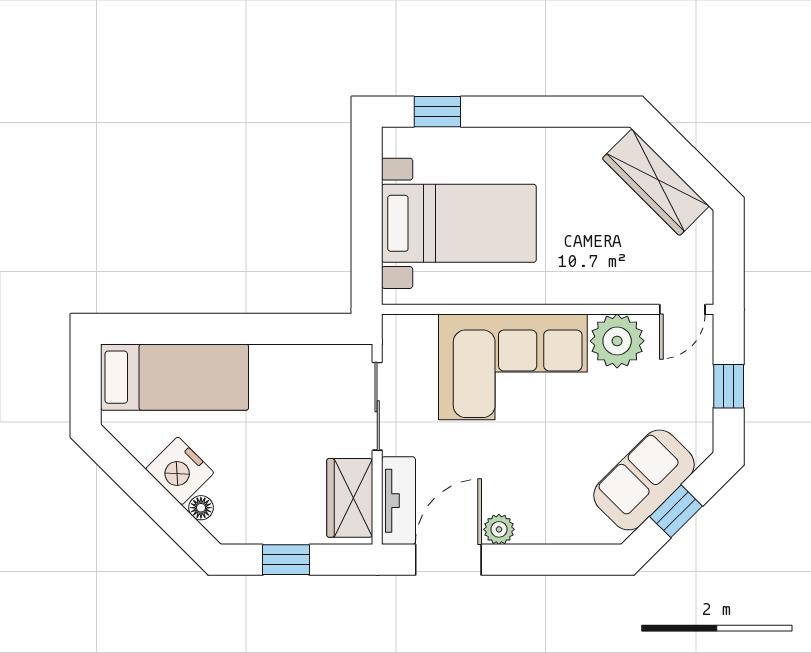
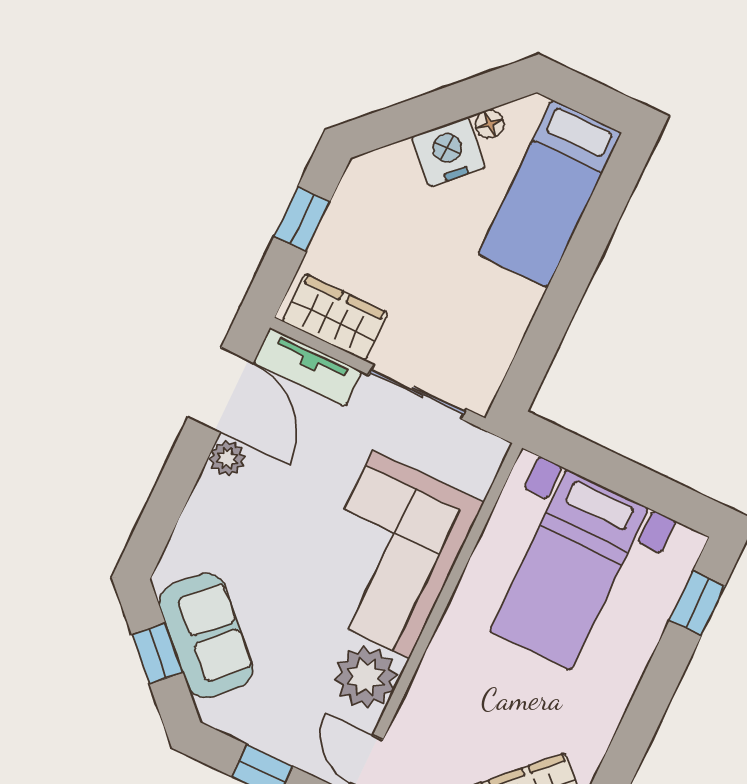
floor lamp: (201, 508) -> (490, 124), moved

